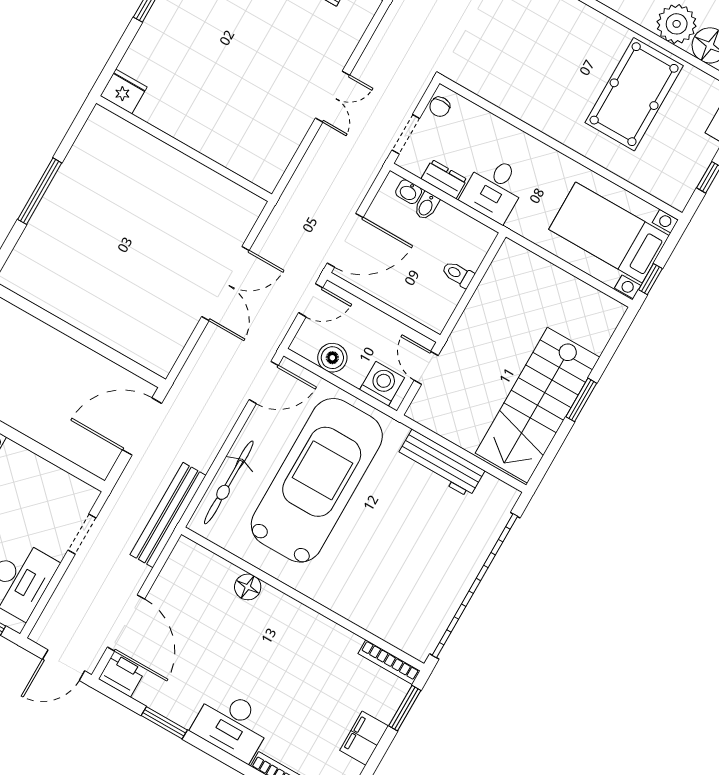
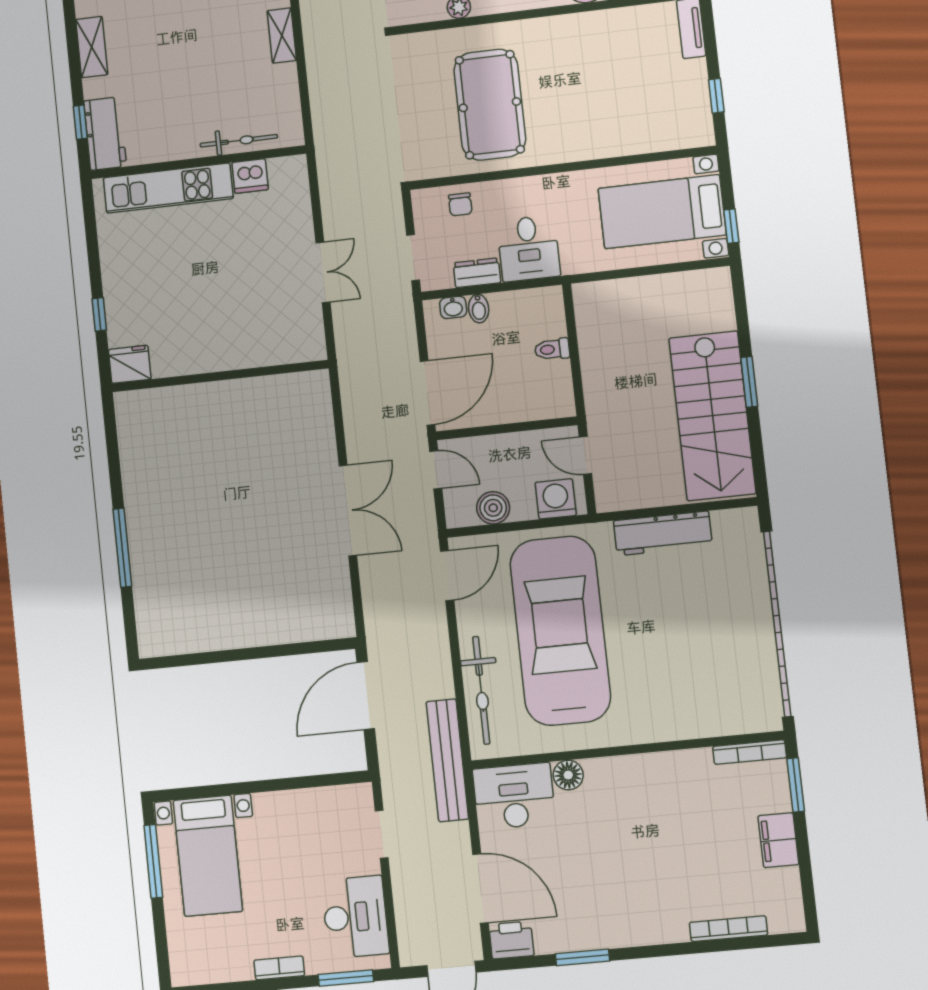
fridge: (124, 92) -> (130, 364), moved
pool table: (634, 94) -> (490, 105), moved
chair: (440, 107) -> (460, 204), moved
wall: (184, 149) -> (220, 376), moved
door: (311, 300) -> (436, 470), hinge flipped
desk: (232, 725) -> (514, 796), moved, turned 180

